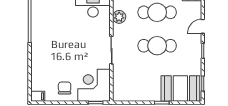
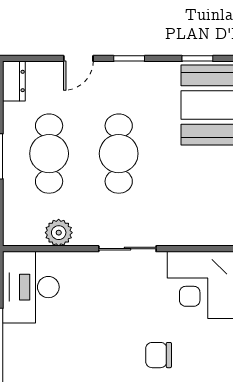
door: (203, 26) -> (78, 58), hinge flipped
chair: (65, 88) -> (159, 355), moved

